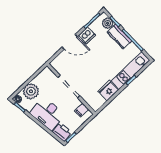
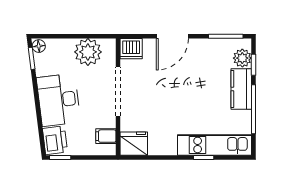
dishwasher: (87, 35) -> (131, 49), moved
door: (70, 42) -> (172, 36), hinge flipped
plant: (31, 91) -> (88, 52), moved
fridge: (108, 91) -> (134, 144), moved

